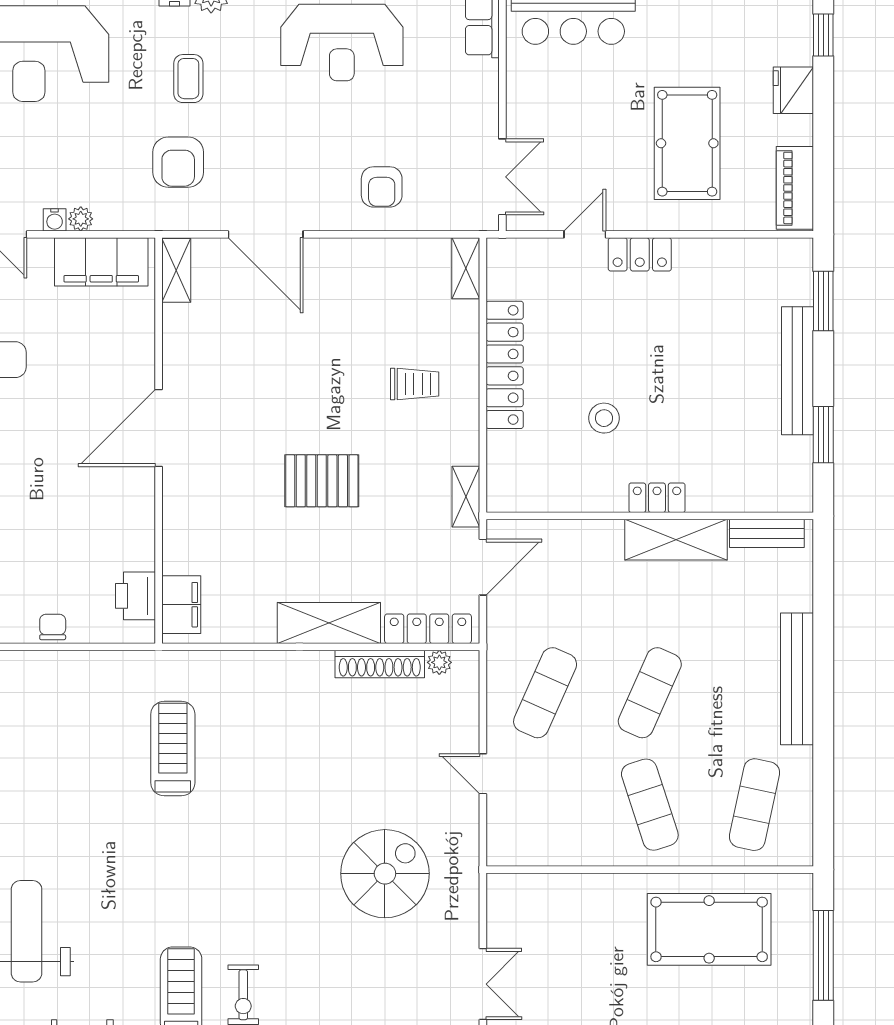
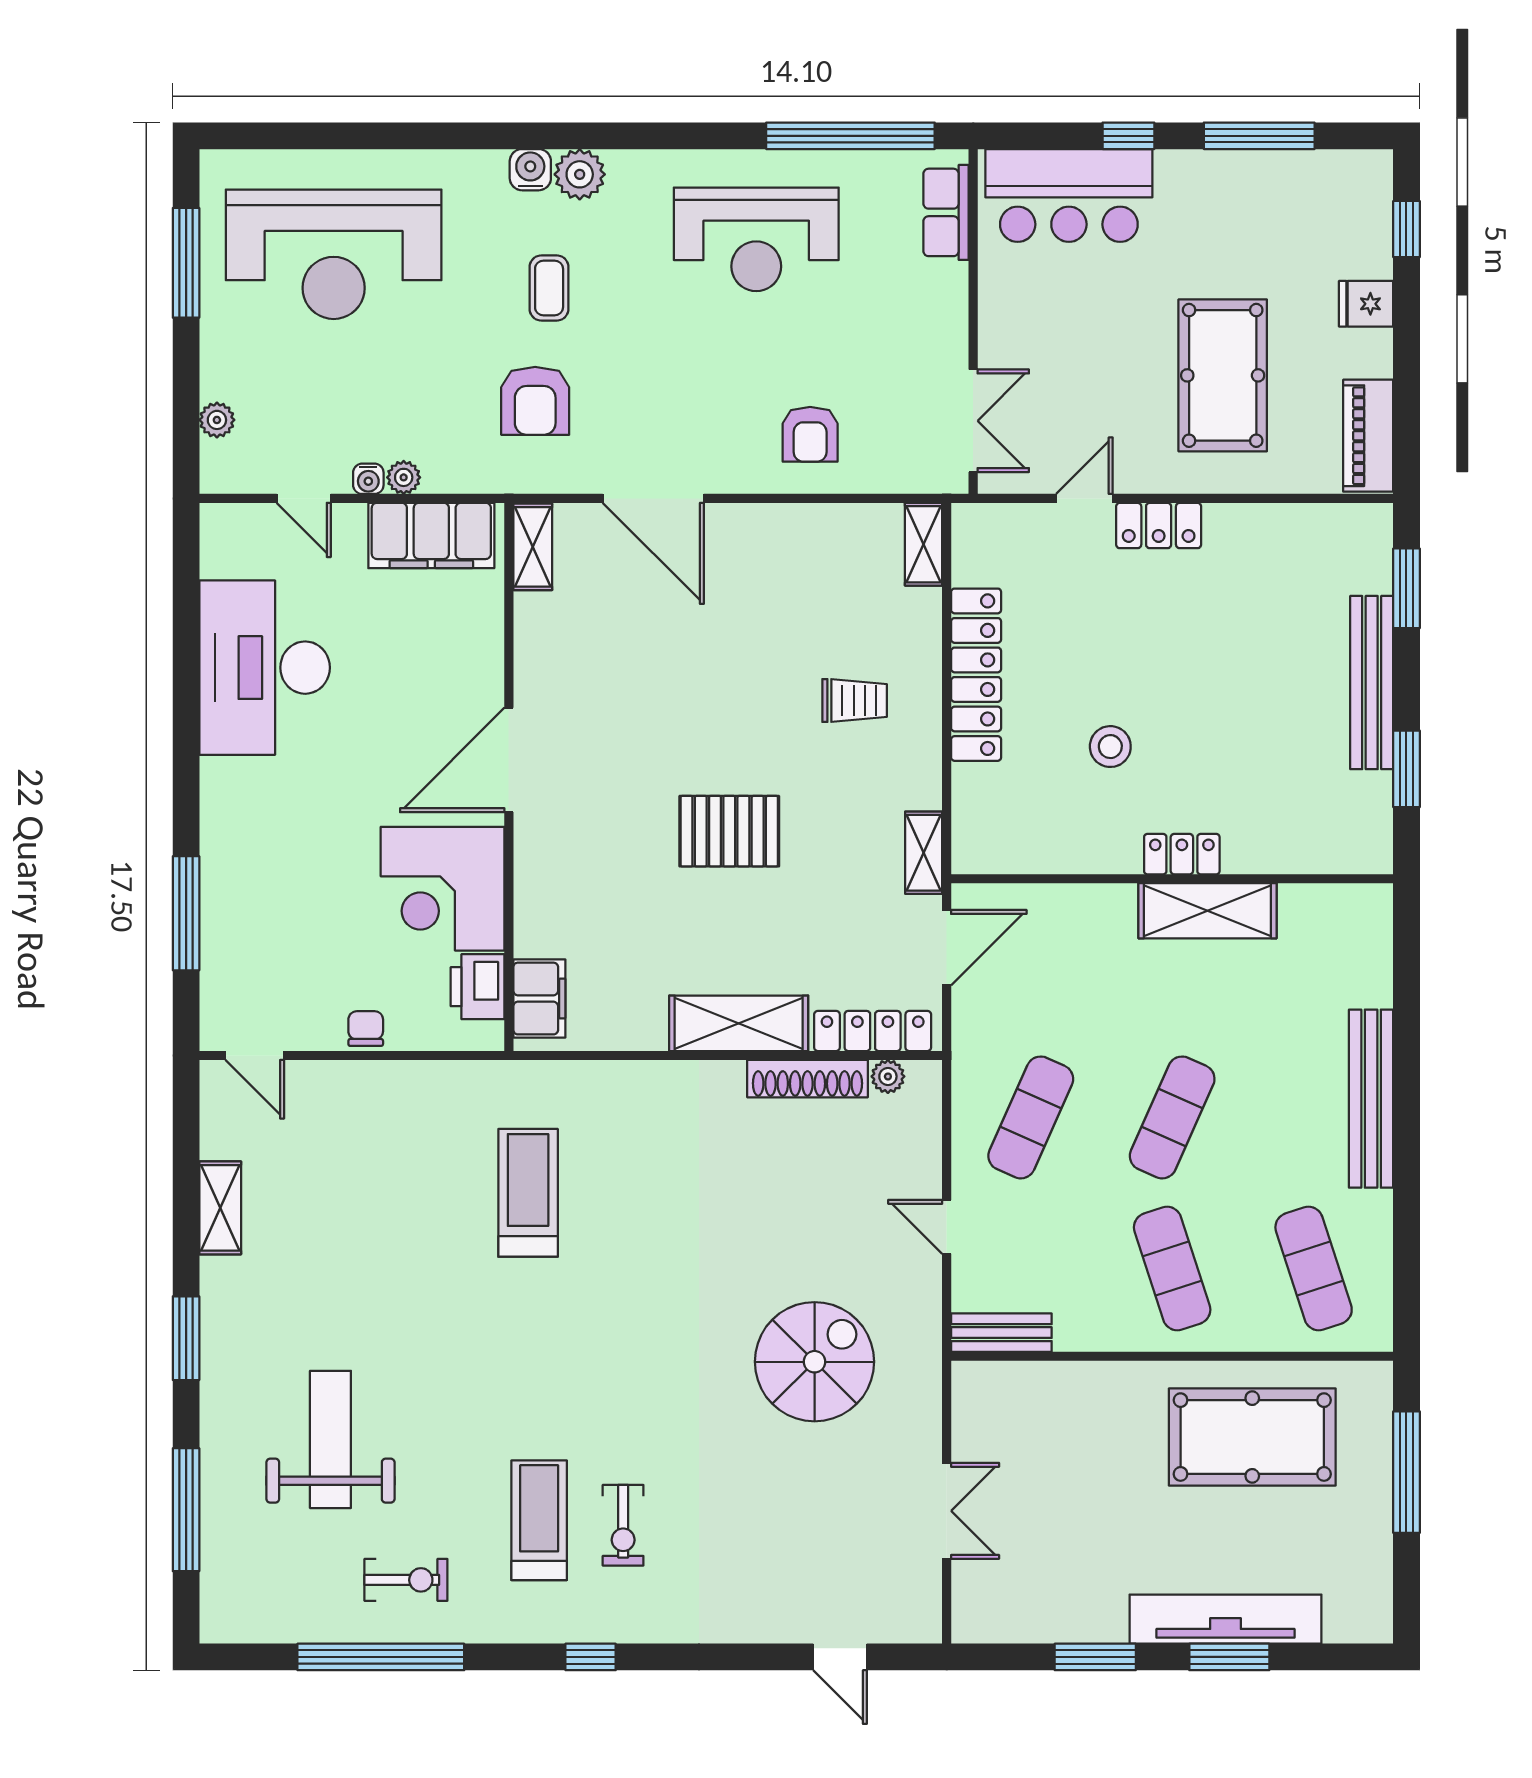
fridge: (793, 90) -> (1366, 304), width x0.72
corner desk: (110, 523) -> (443, 889), added
bench: (767, 533) -> (1001, 1333), moved
exercise mat: (754, 805) -> (1314, 1268), turned -30

